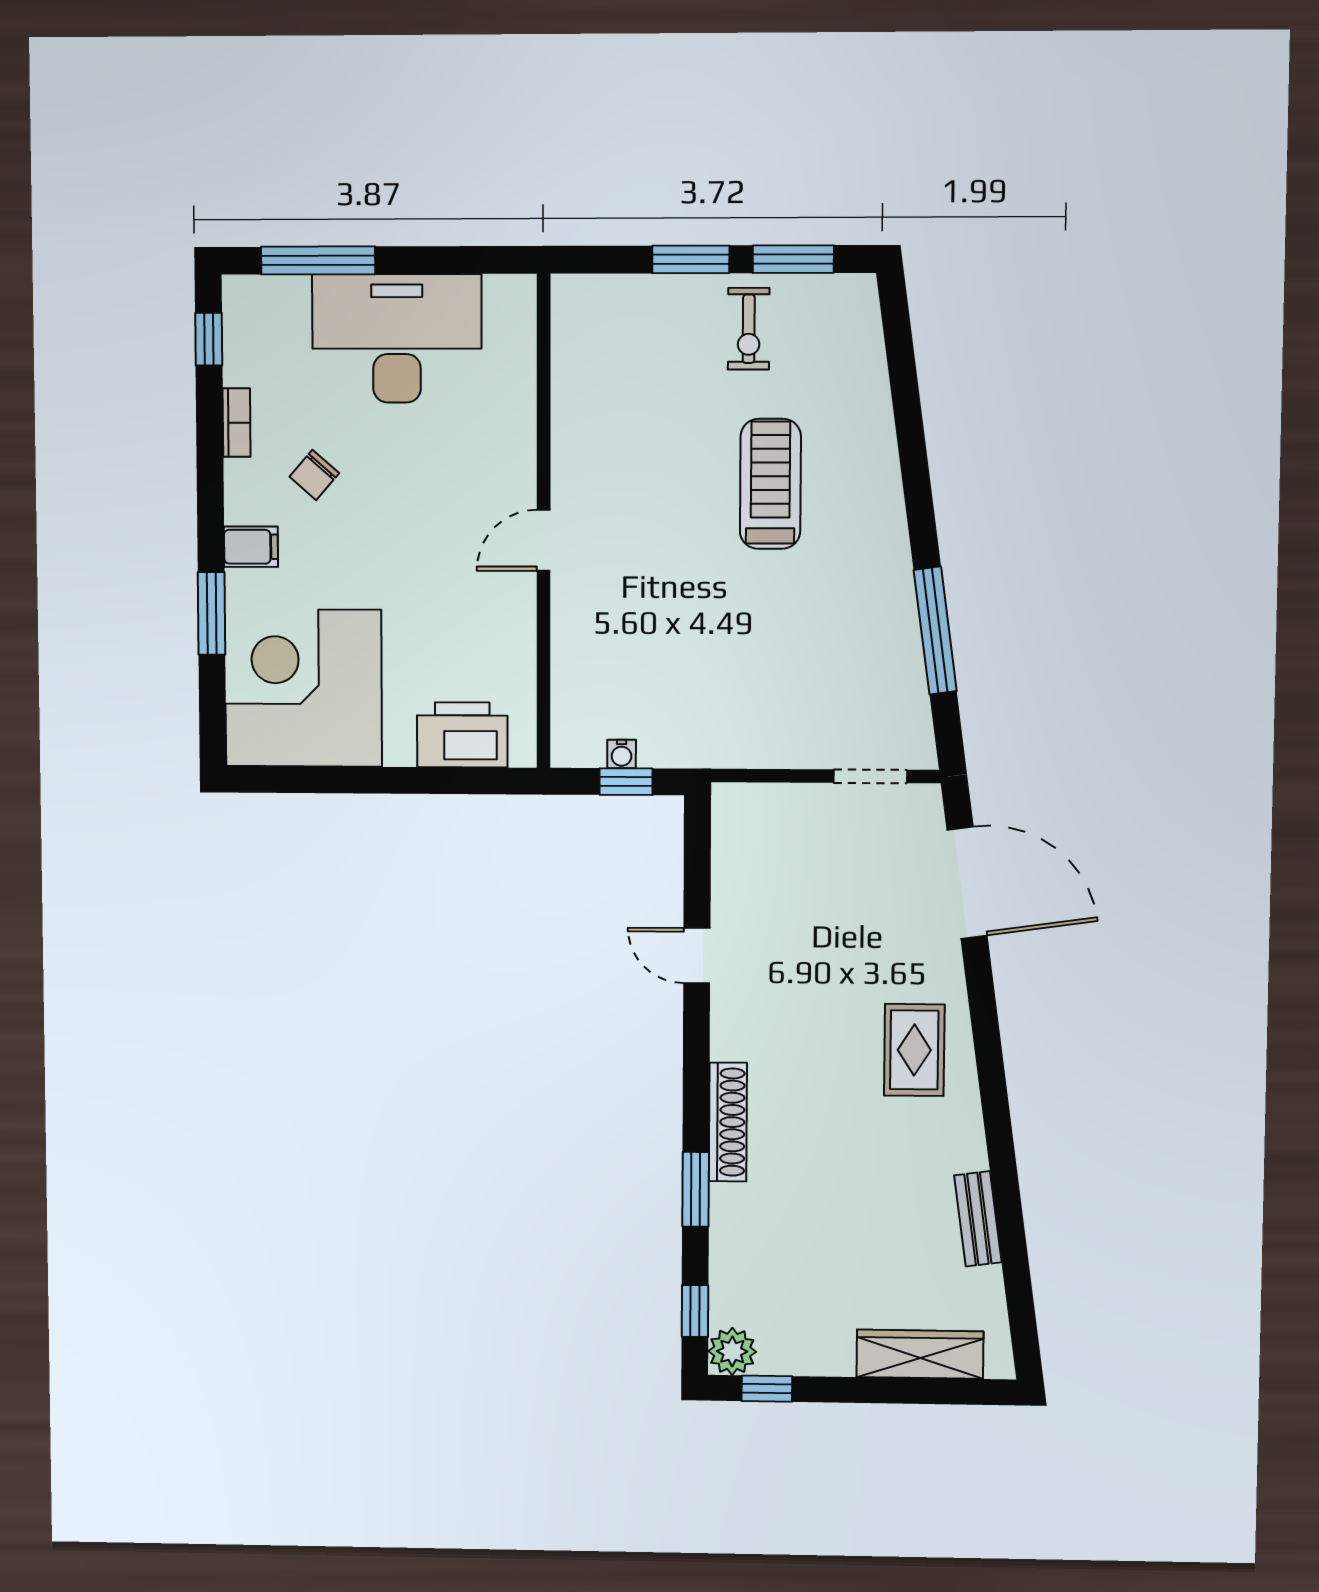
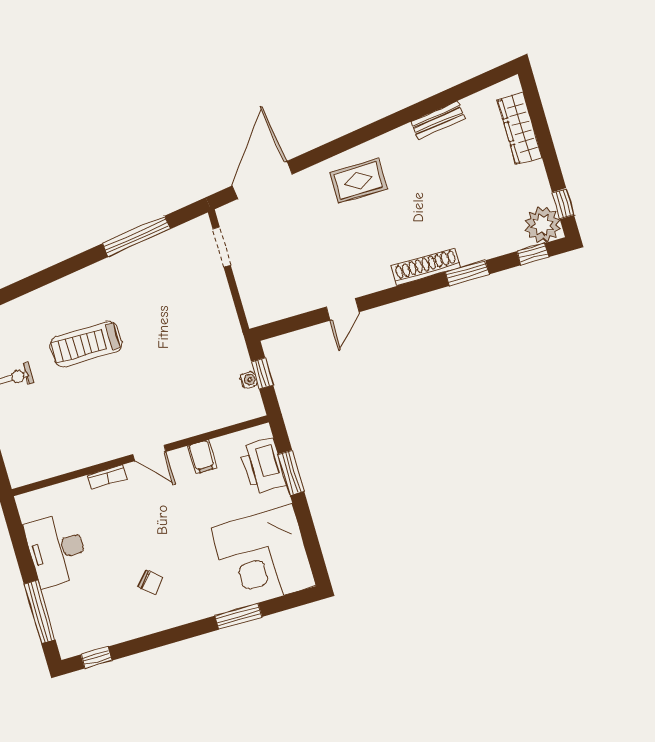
desk: (397, 338) -> (57, 550), width x0.73, depth x0.77
bookcase: (237, 423) -> (107, 477), moved, turned 180
filing cabinet: (251, 547) -> (202, 457), moved, turned 180
window: (437, 781) -> (291, 473), added
plant: (732, 1351) -> (543, 225), width x1.36, depth x1.36

